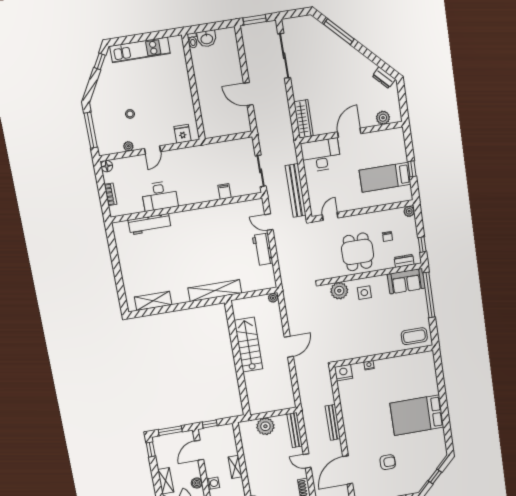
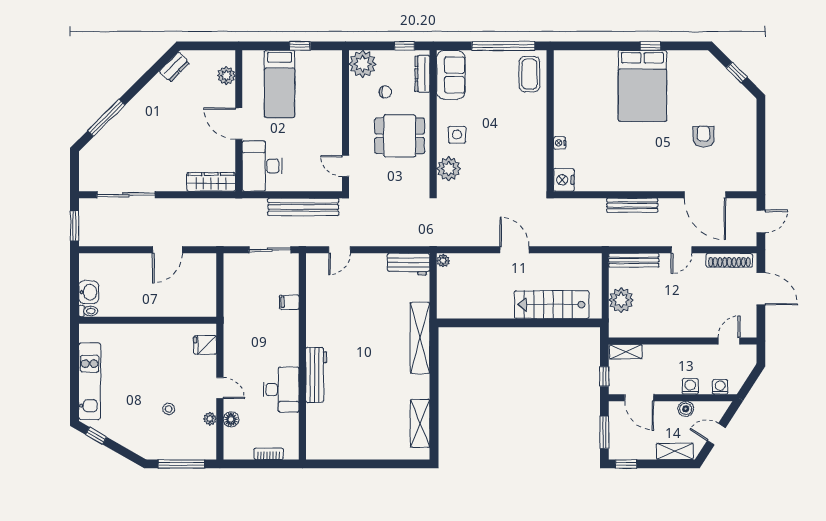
floor lamp: (107, 166) -> (231, 419), moved
bed: (385, 177) -> (280, 84), moved
plant: (409, 211) -> (363, 64), width x1.88, depth x1.88
workbench: (150, 224) -> (316, 375), moved
workbench: (263, 249) -> (409, 264), moved
dresser: (404, 261) -> (422, 74), width x1.44
window: (429, 295) -> (503, 46), moved
stairs: (248, 345) -> (552, 305), moved
window: (445, 416) -> (650, 46), added
shelving: (235, 467) -> (626, 352), moved

